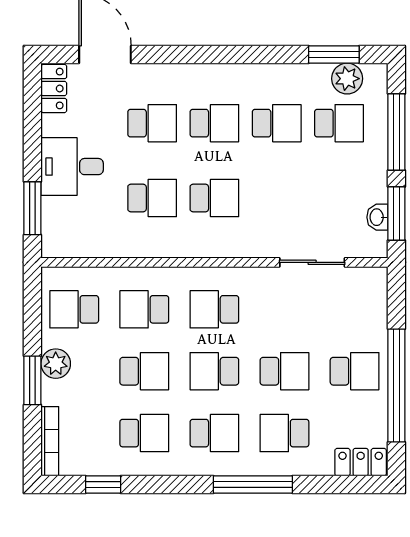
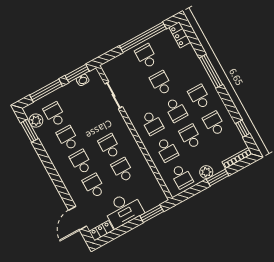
desk: (72, 167) -> (123, 209), width x1.37
school desk: (284, 433) -> (185, 70), removed

